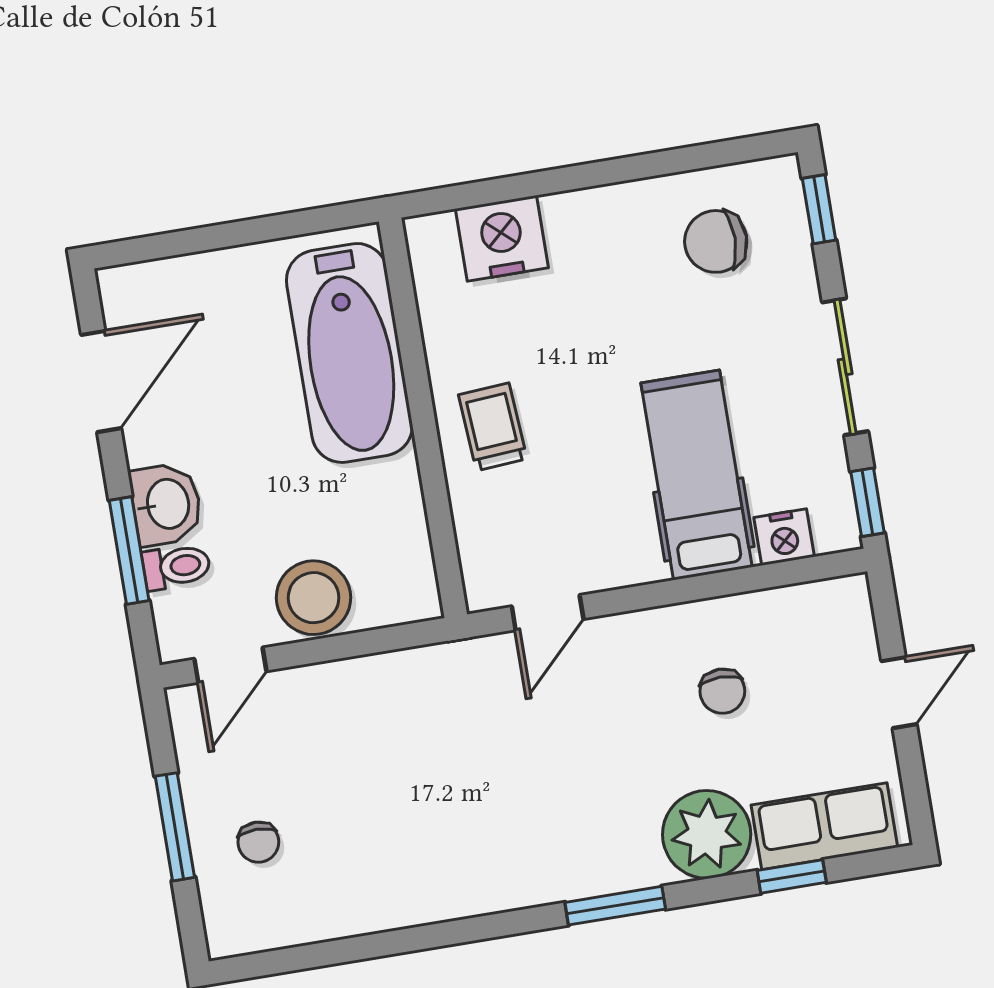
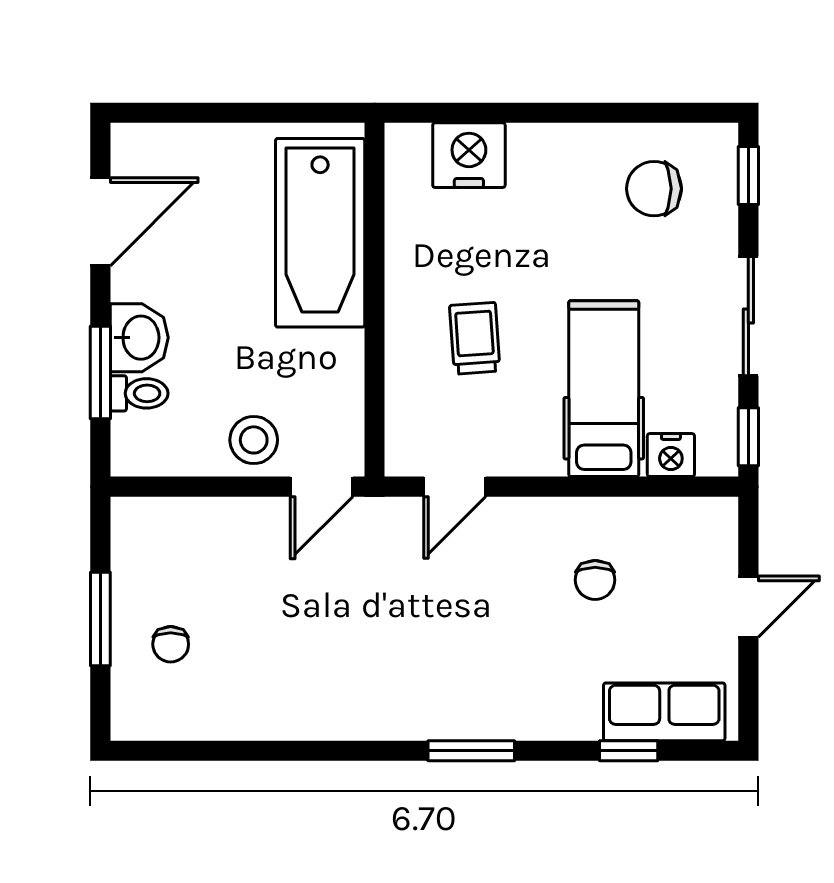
trolley: (493, 427) -> (475, 338), moved
stool: (314, 598) -> (254, 440), width x0.73, depth x0.73
door: (230, 665) -> (322, 487), moved
plant: (707, 834) -> (561, 702), removed

